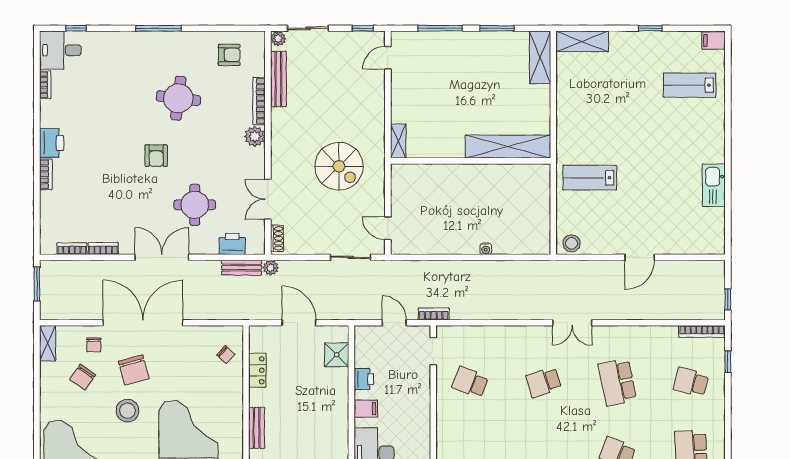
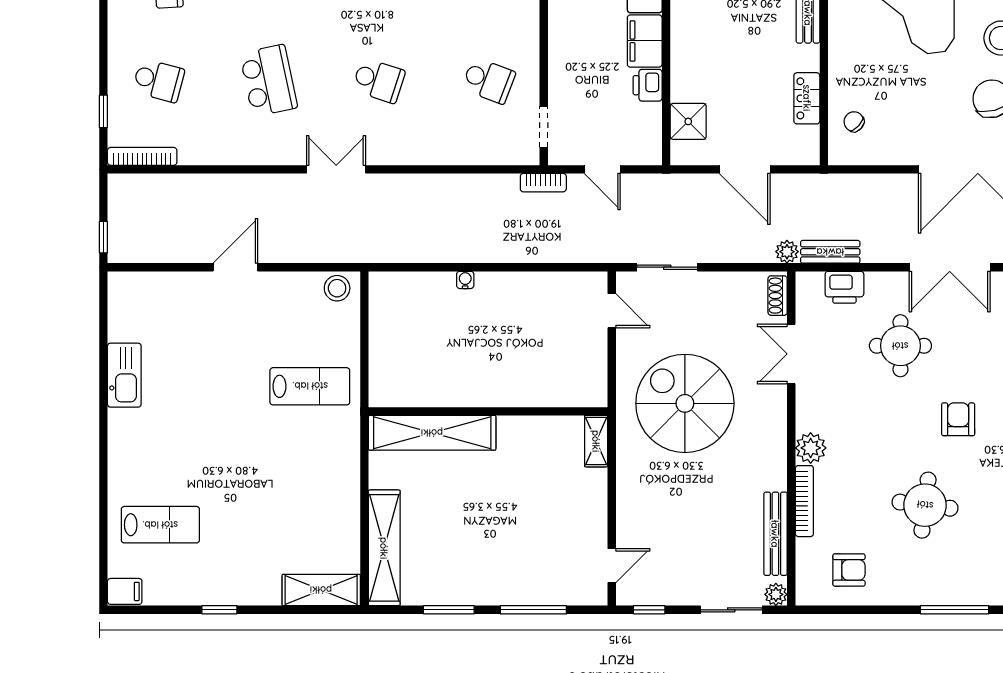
armchair: (229, 55) -> (849, 570), turned 180
shelving: (540, 57) -> (384, 548), width x1.47
spiral stairs: (339, 166) -> (685, 403), width x1.37, depth x1.37
double door: (268, 199) -> (791, 354), swing flipped
window: (728, 299) -> (103, 237), moved
school desk: (544, 382) -> (379, 81), turned 36
filing cabinet: (366, 409) -> (645, 41), width x2.00

